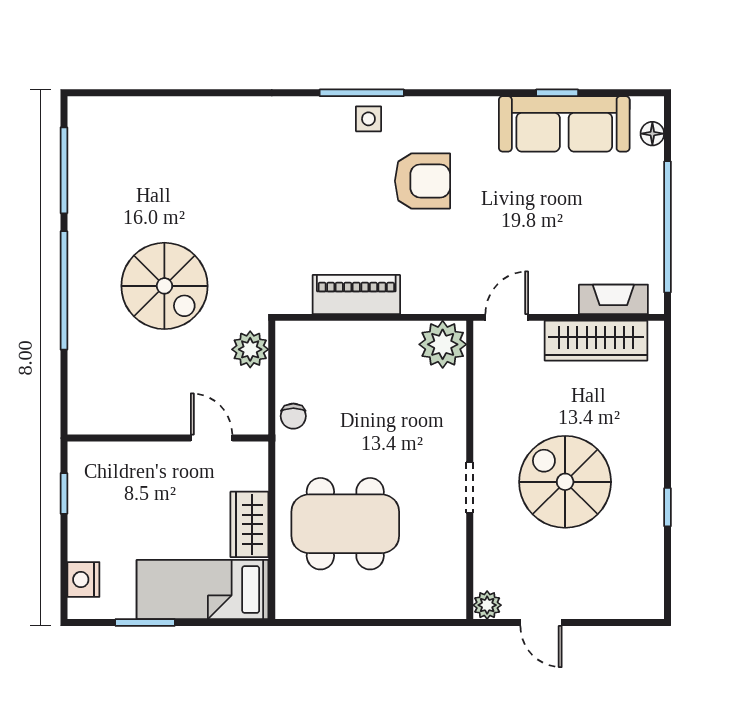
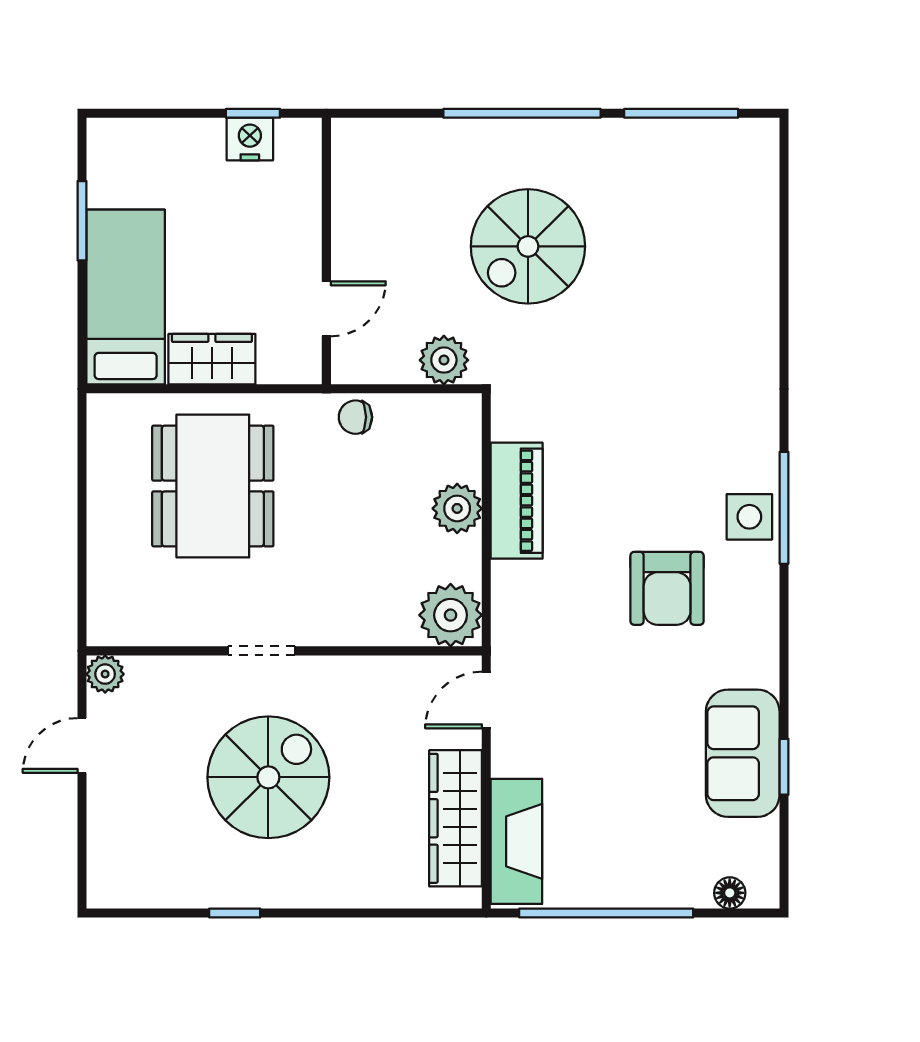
side table: (368, 119) -> (749, 517), width x1.37, depth x1.37
sofa: (564, 124) -> (743, 753), width x0.73
fireplace: (613, 299) -> (516, 841), width x1.37, depth x1.32
door: (507, 317) -> (486, 700), swing flipped
plant: (362, 339) -> (457, 508), added
nightstand: (83, 580) -> (250, 139), moved

